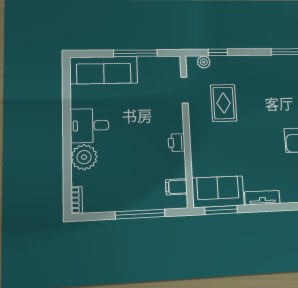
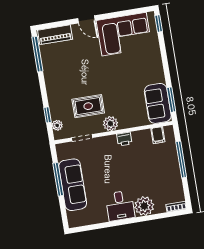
sofa: (104, 70) -> (73, 185), moved
plant: (199, 128) -> (110, 124), added
tv unit: (262, 198) -> (158, 69), removed

